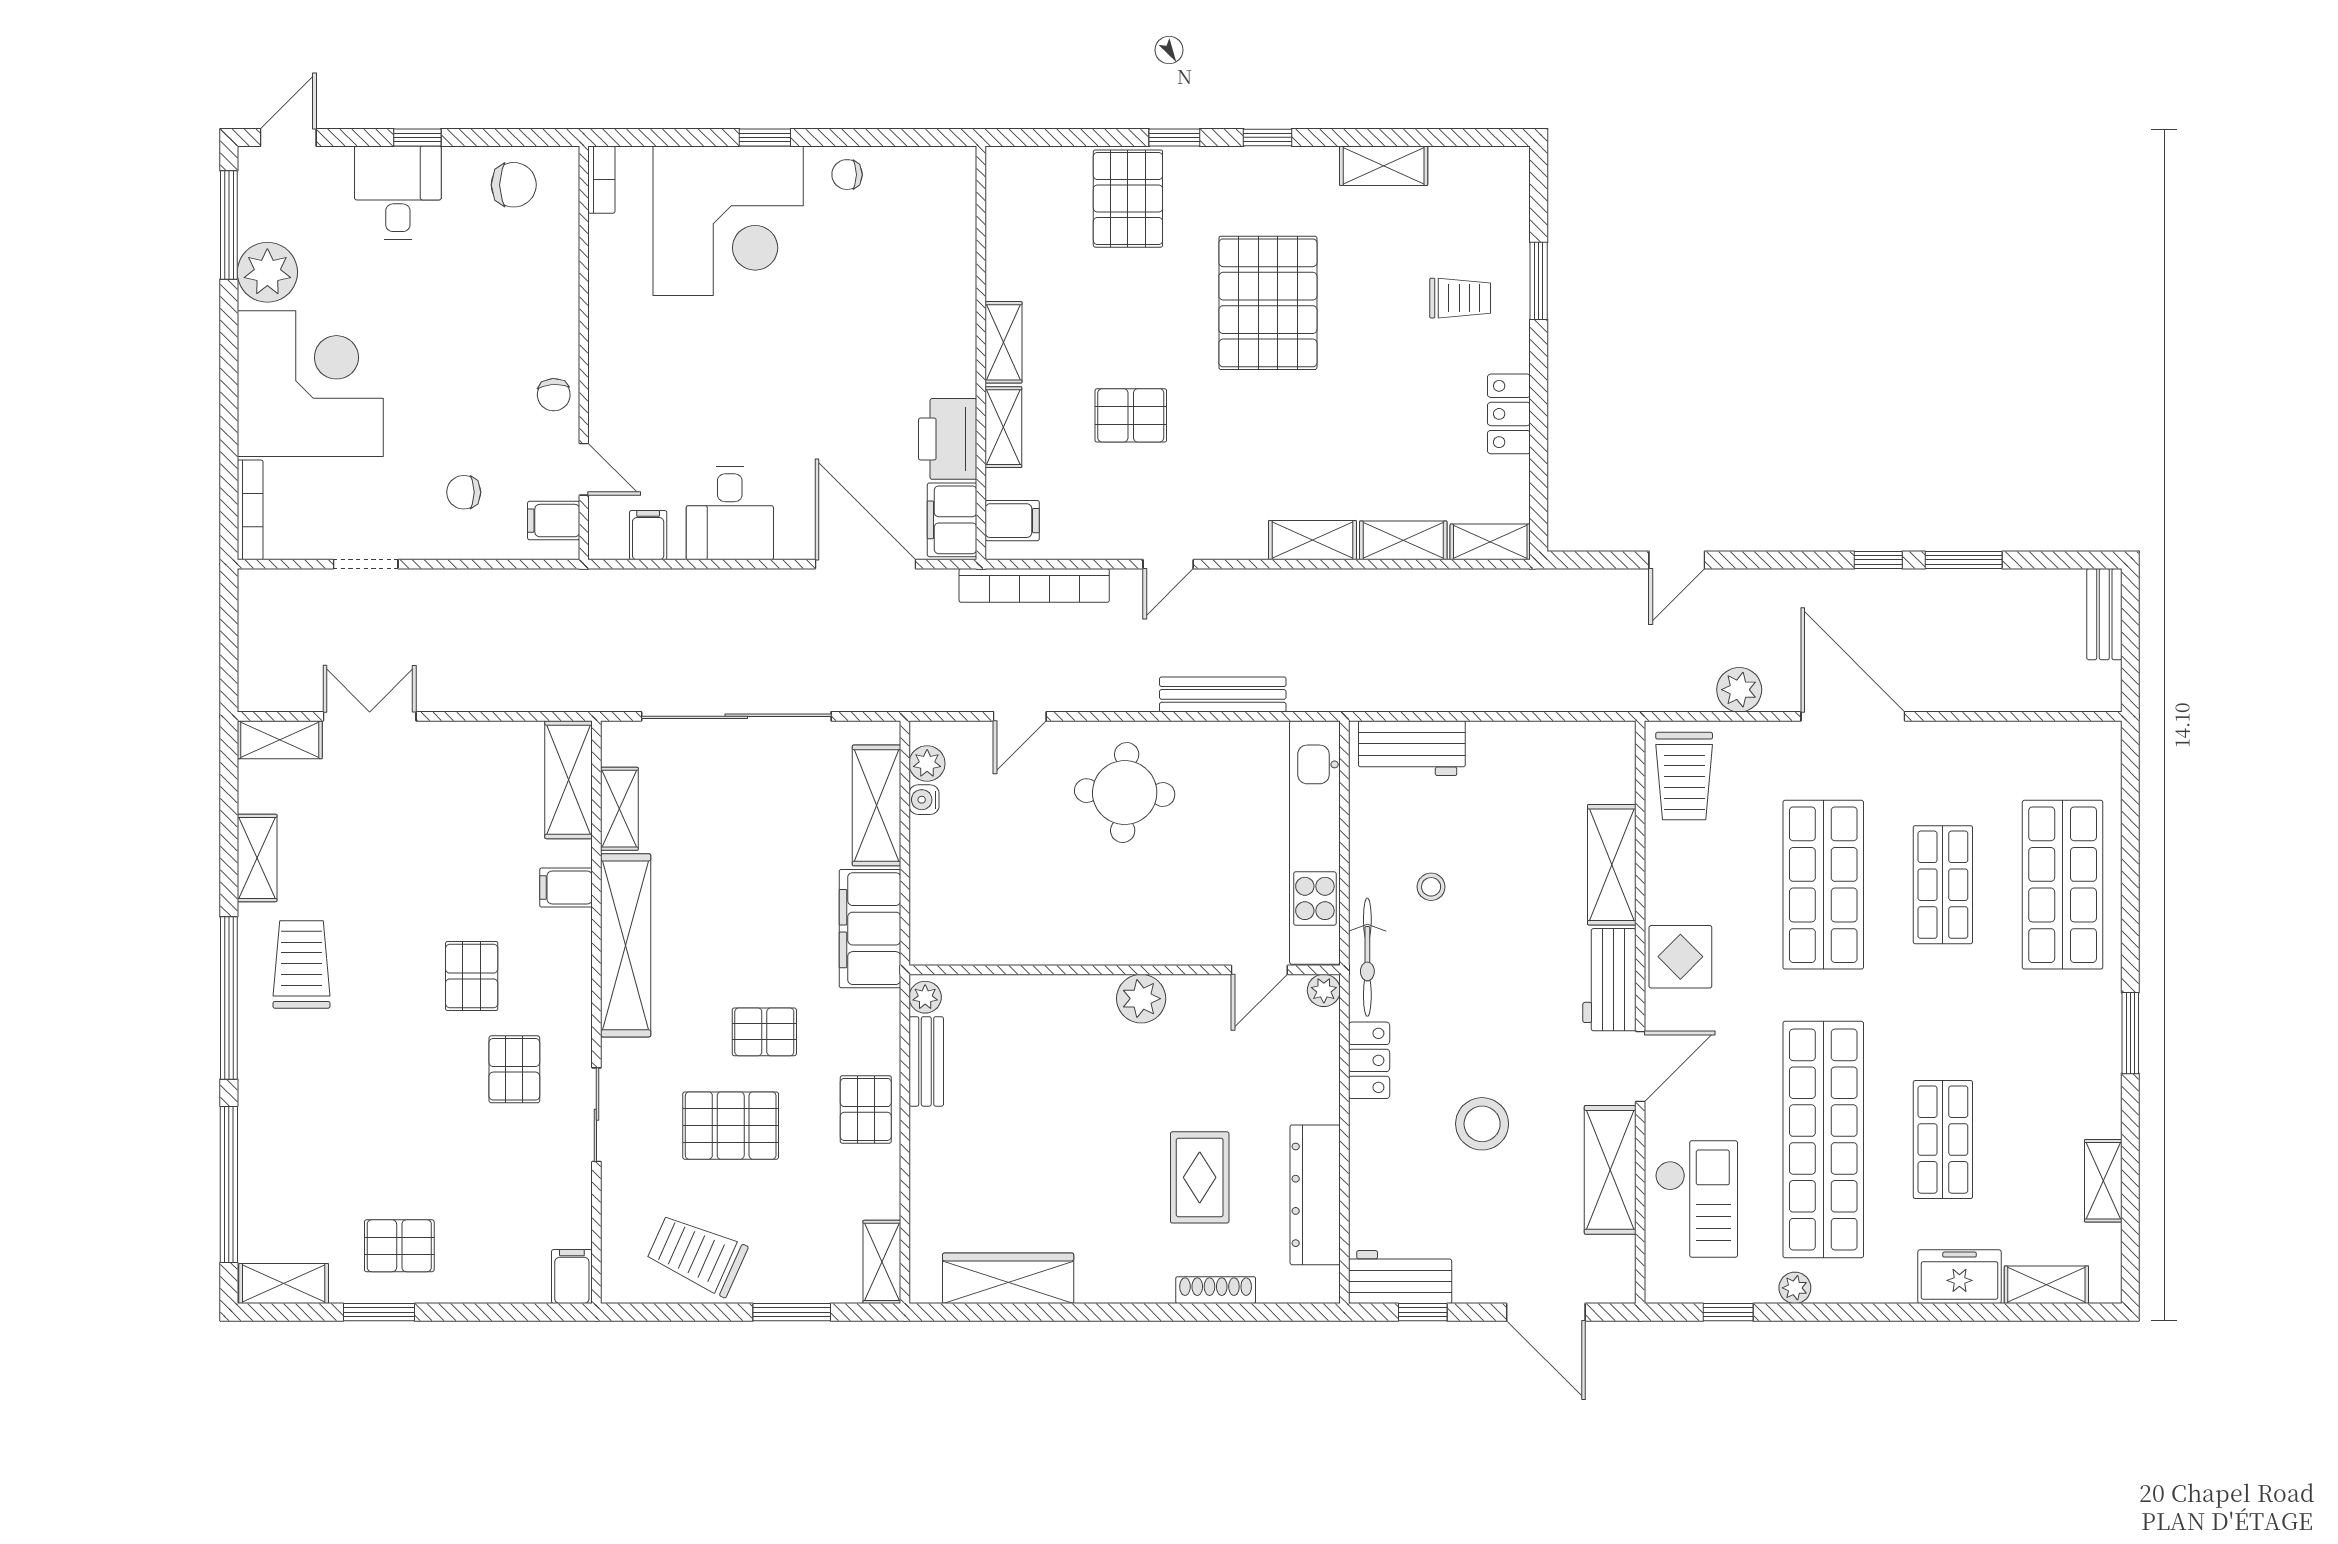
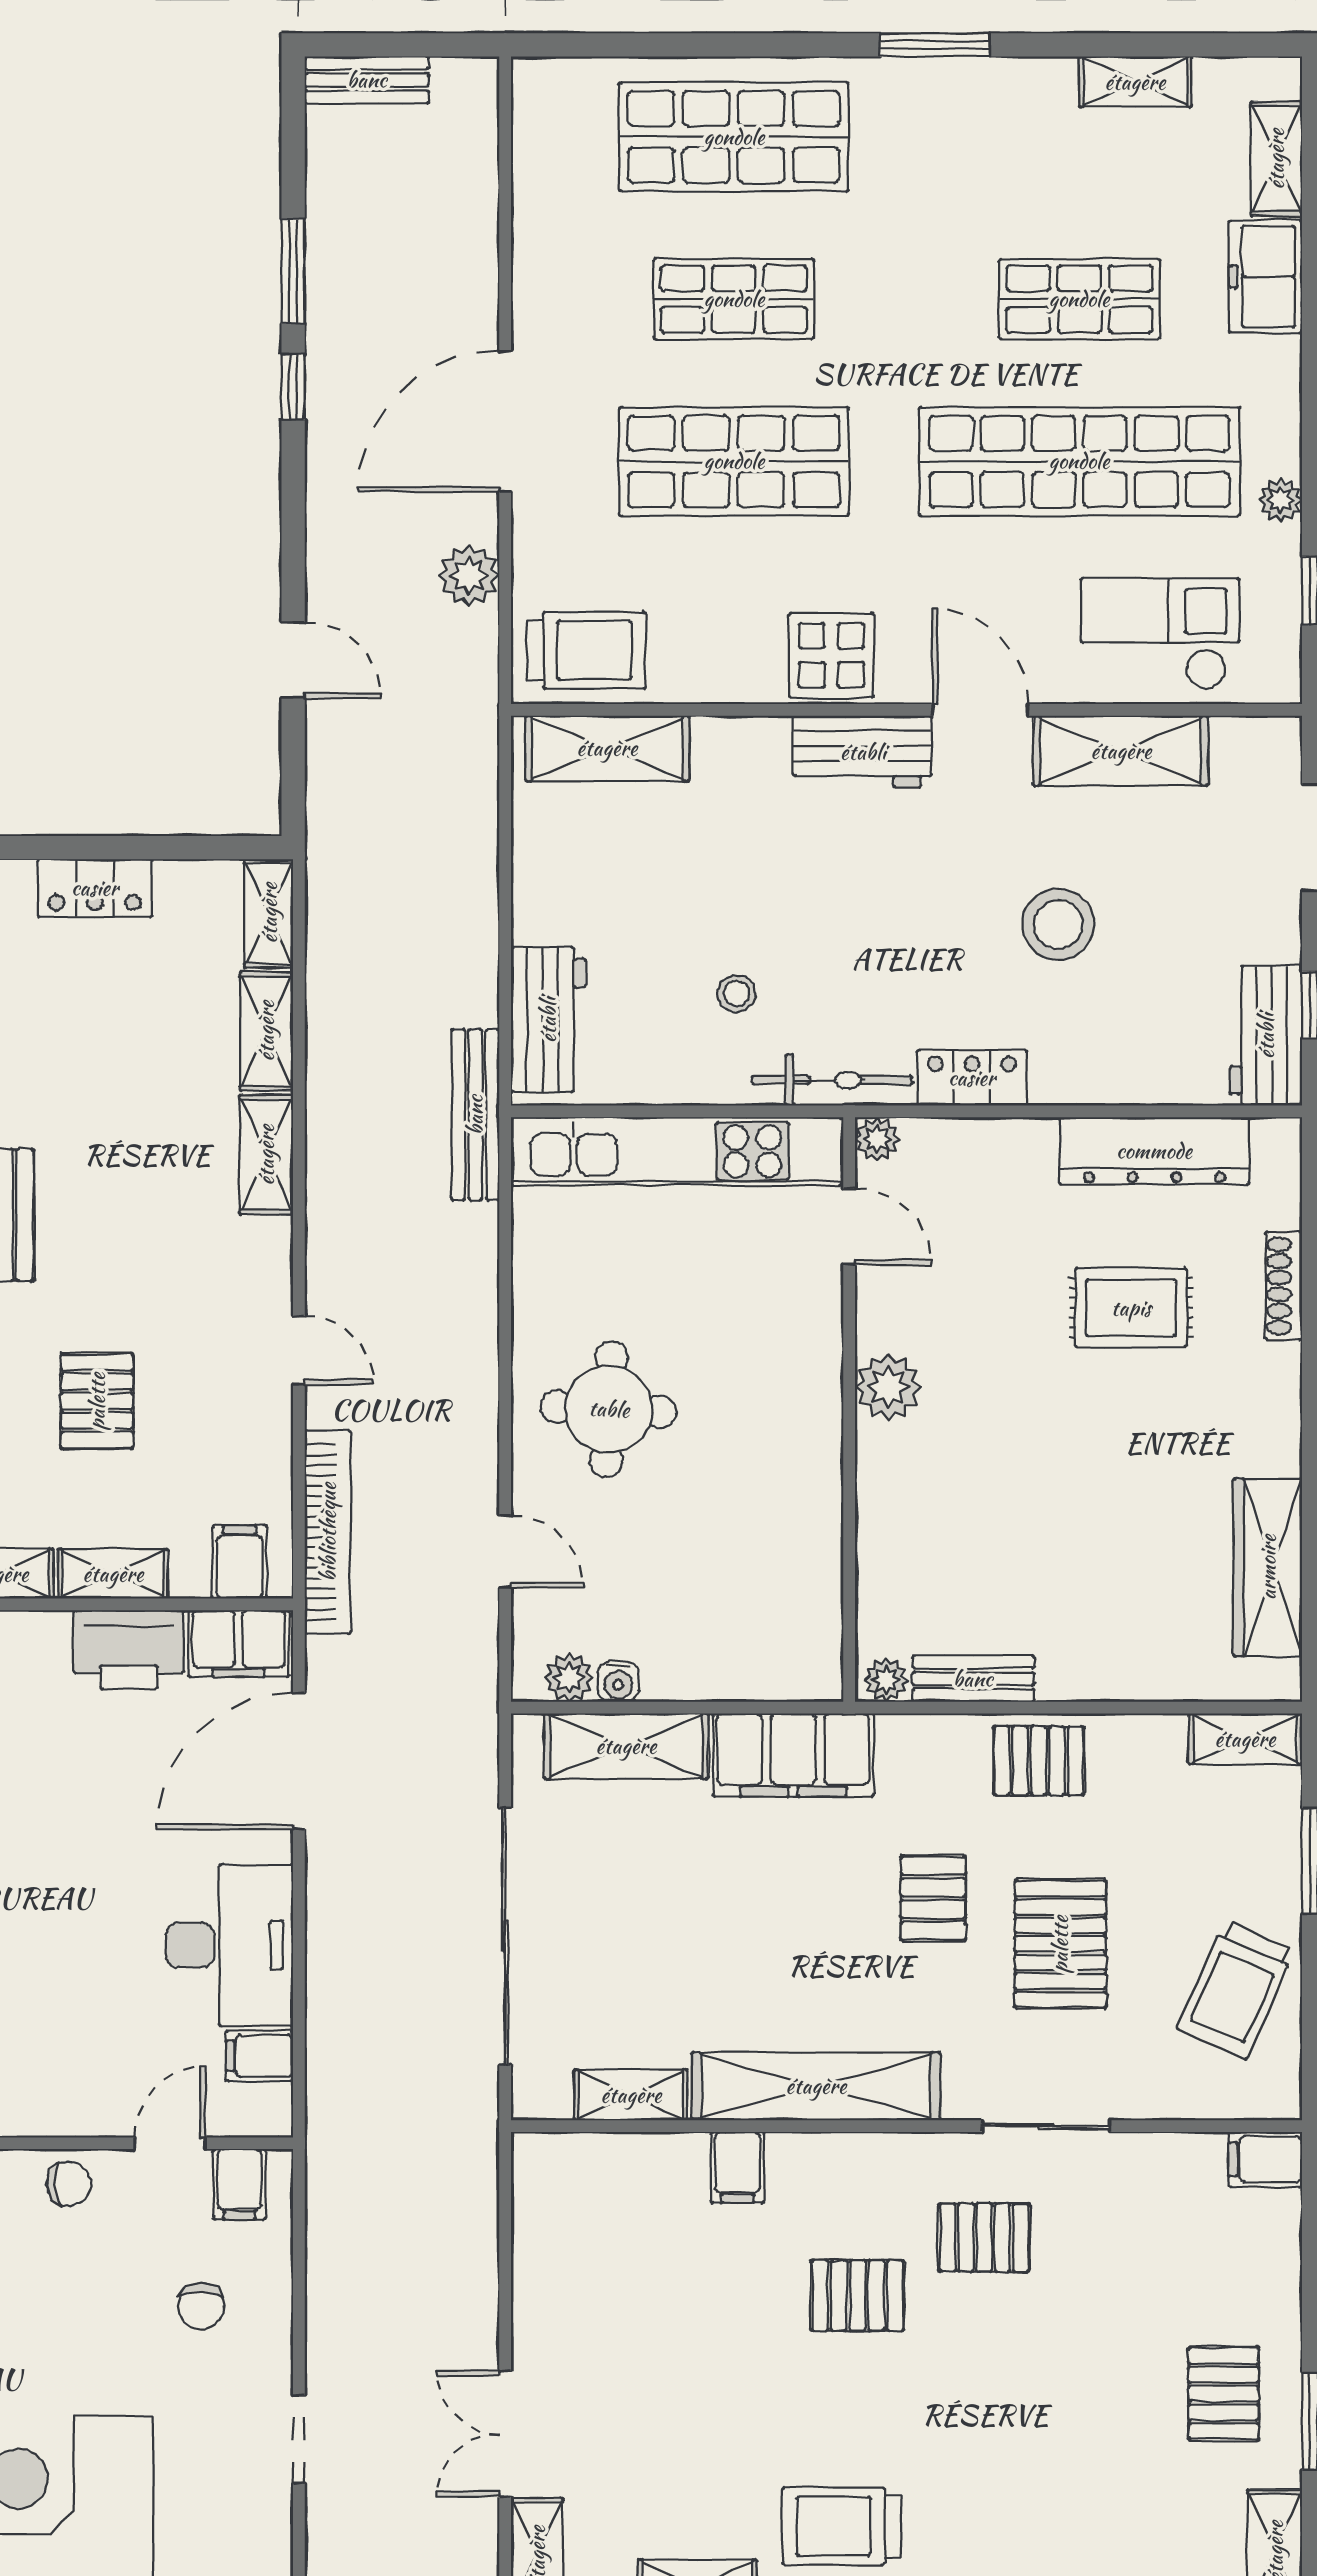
desk: (730, 513) -> (229, 1945), width x1.37
bench: (1223, 694) -> (475, 1115), moved
shelving: (569, 780) -> (591, 2164), removed
shelving: (1612, 865) -> (607, 748), moved

